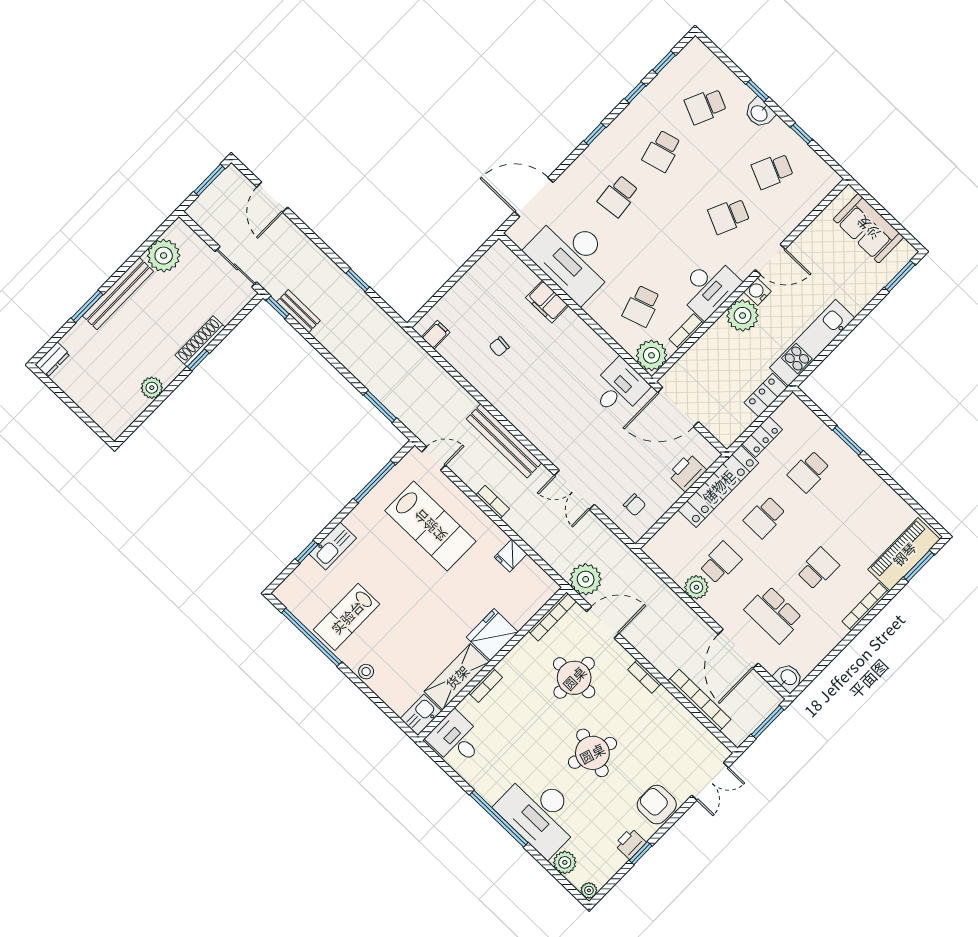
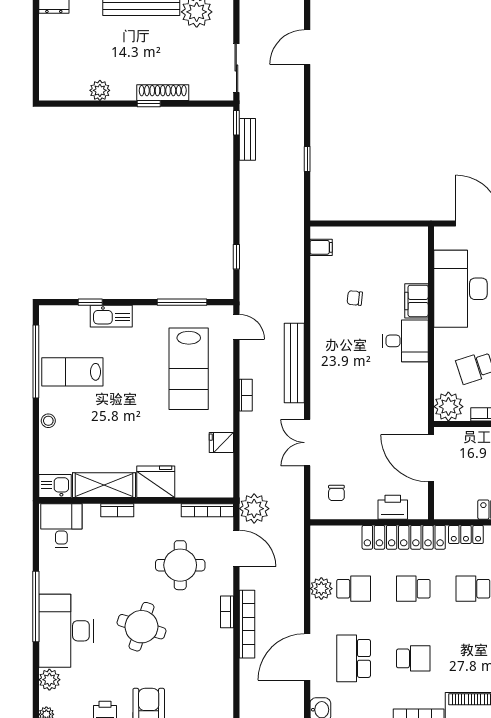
desk: (619, 388) -> (405, 341), moved
window: (380, 407) -> (236, 257), width x0.67
bookcase: (699, 700) -> (247, 624), moved

